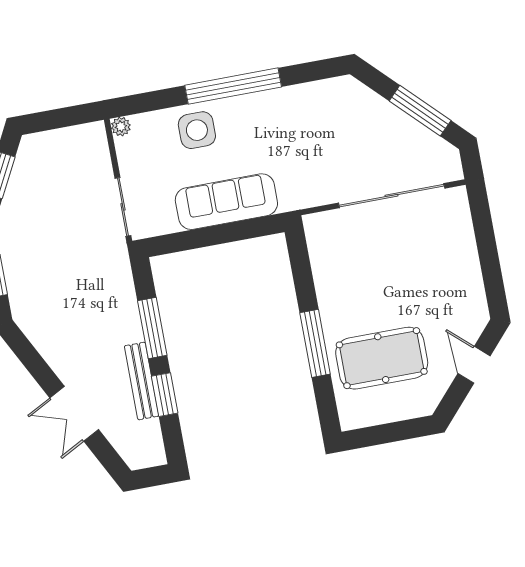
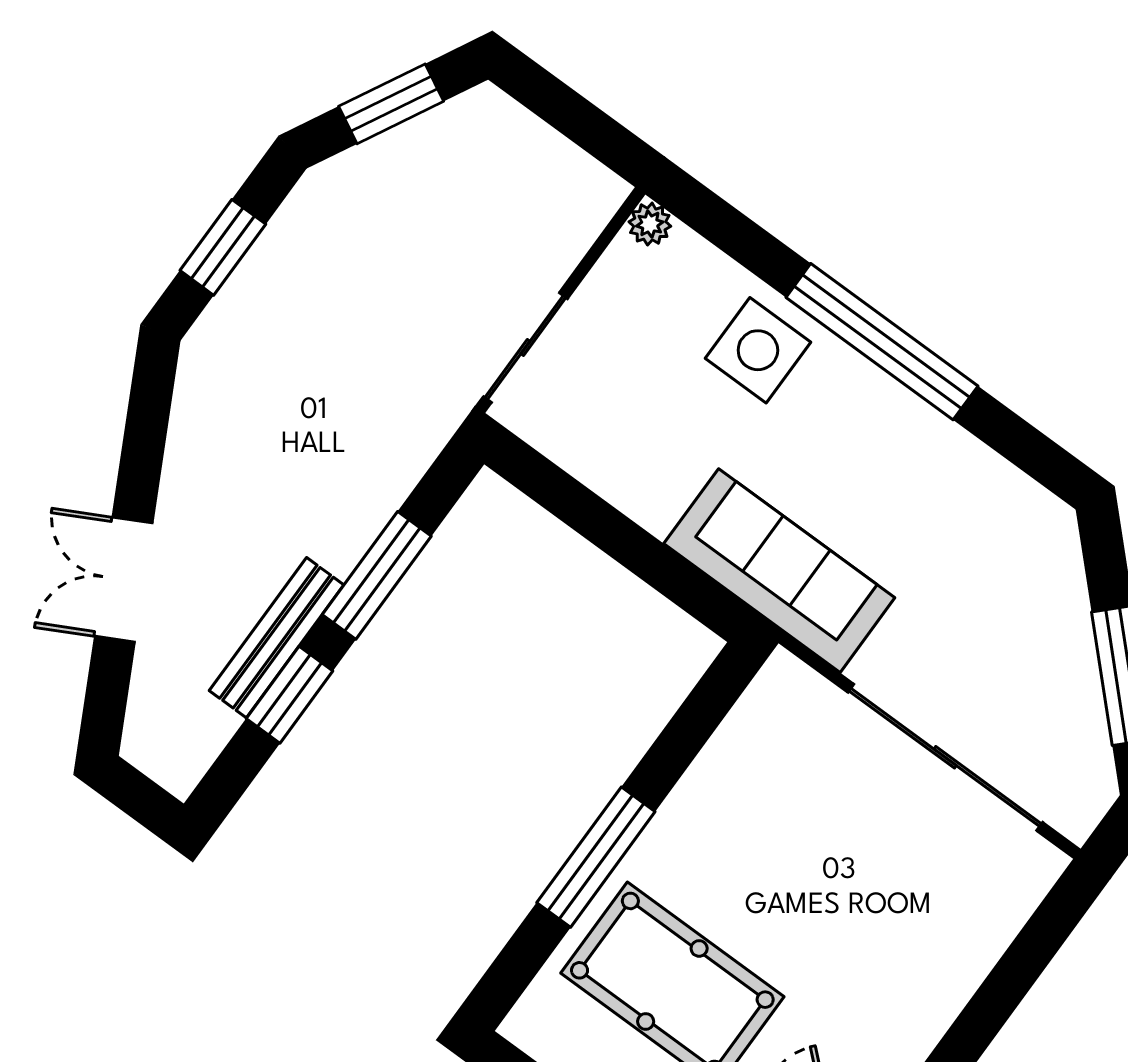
sofa: (226, 202) -> (779, 571), moved

